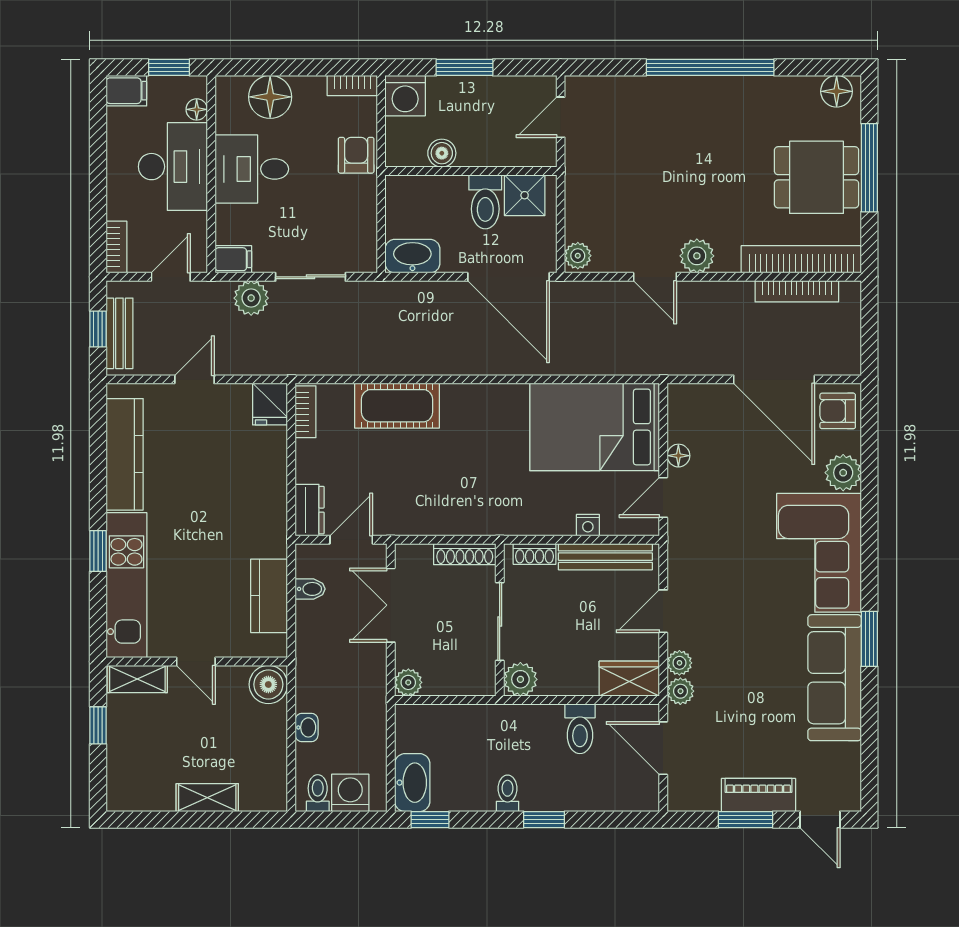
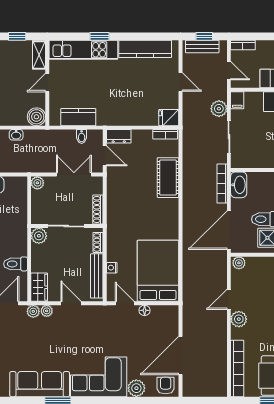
bookcase: (797, 291) -> (222, 184), moved

